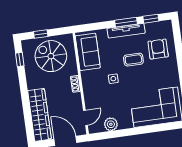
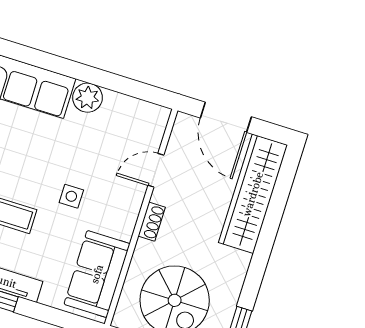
door: (85, 118) -> (156, 170), moved
plant: (111, 124) -> (87, 98), moved

